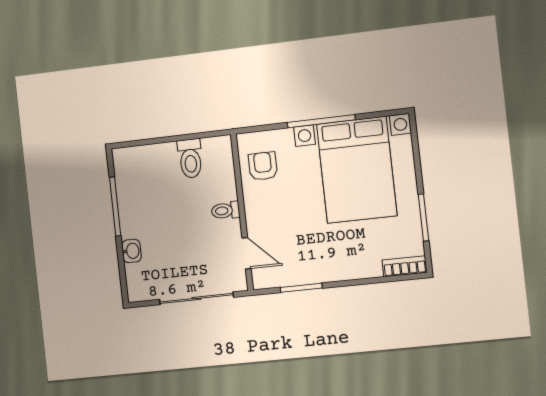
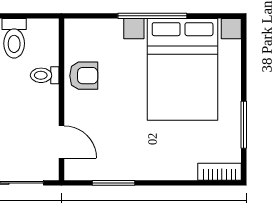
armchair: (263, 166) -> (84, 76), moved, turned 90
toilet: (226, 210) -> (45, 75), moved

